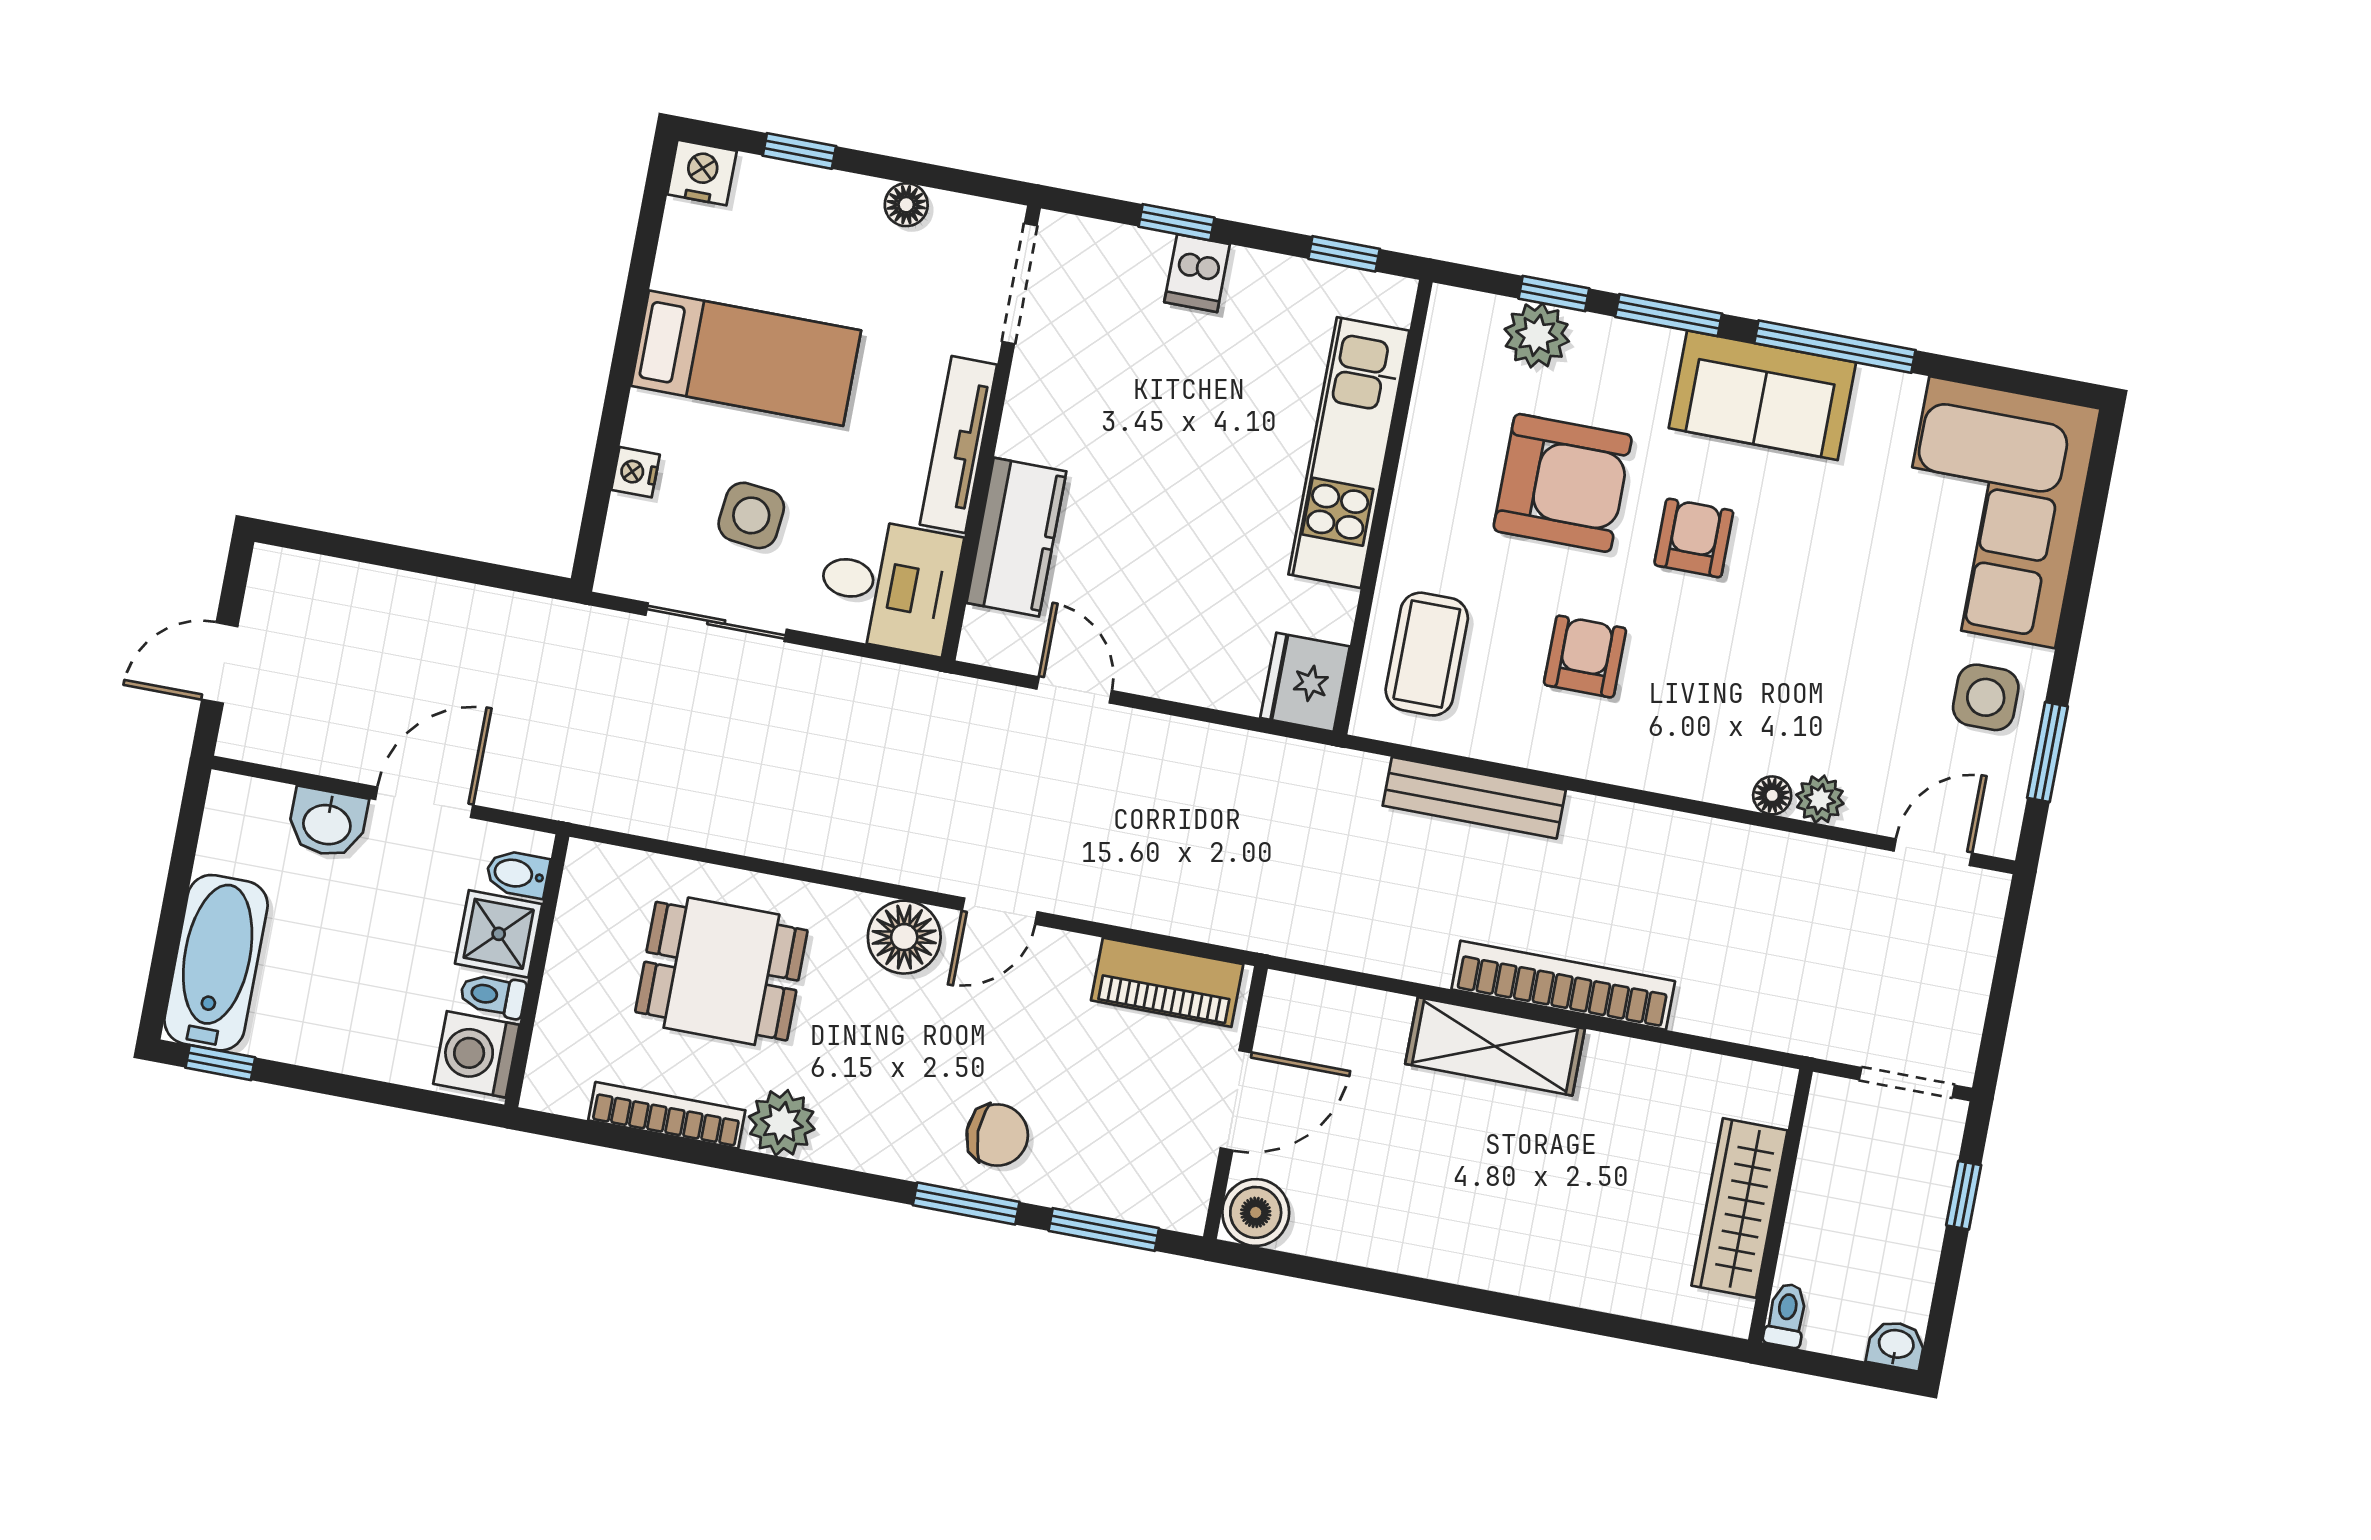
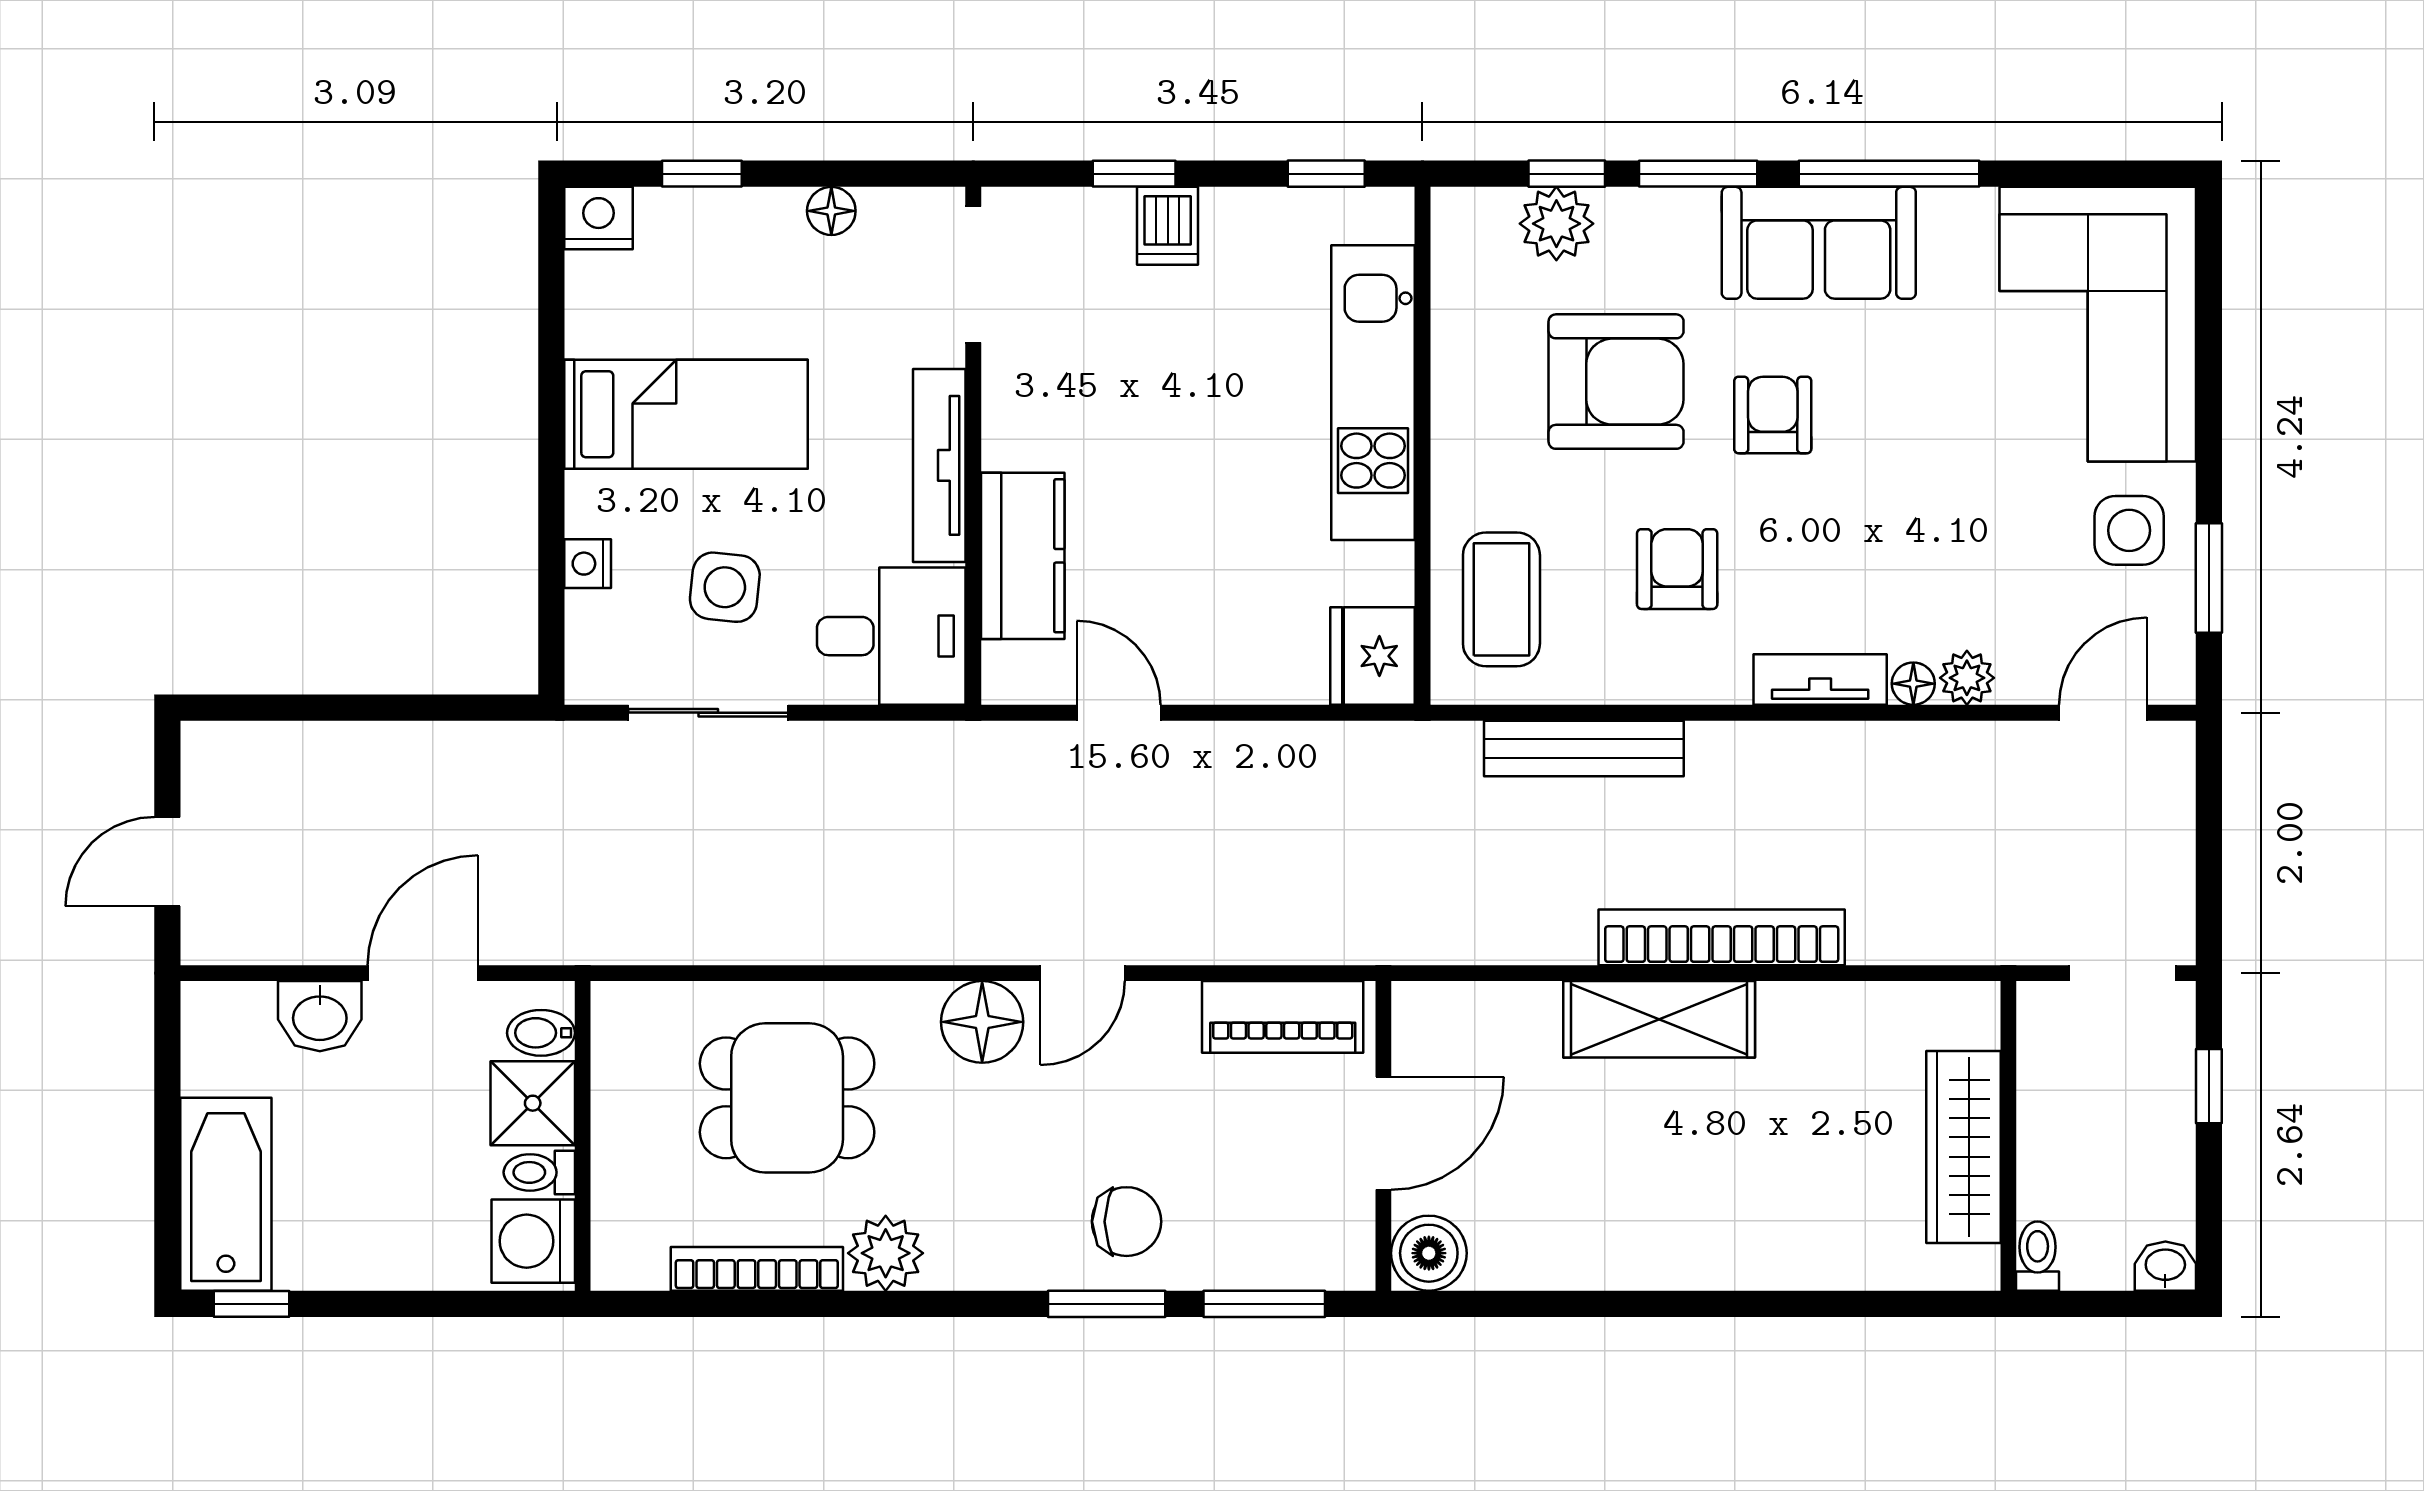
tv unit: (1692, 776) -> (1820, 680), added

